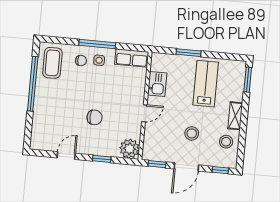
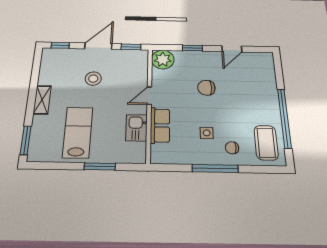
row of seats: (132, 58) -> (160, 125), moved, turned 90
side table: (99, 60) -> (207, 133), moved
lab bench: (206, 84) -> (78, 132), turned 180
stool: (226, 142) -> (53, 73), removed

